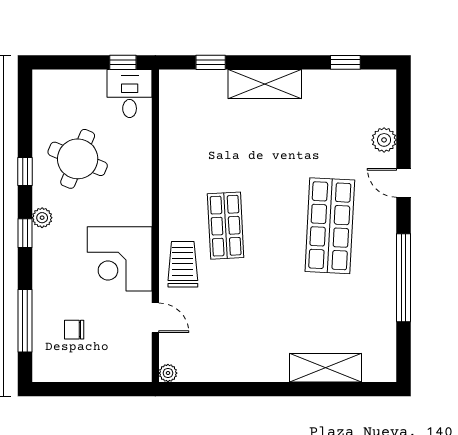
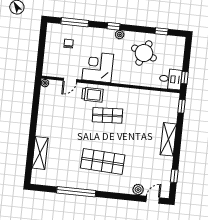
window: (211, 62) -> (182, 106), moved
window: (25, 171) -> (162, 31), moved
door: (403, 183) -> (153, 200), moved

